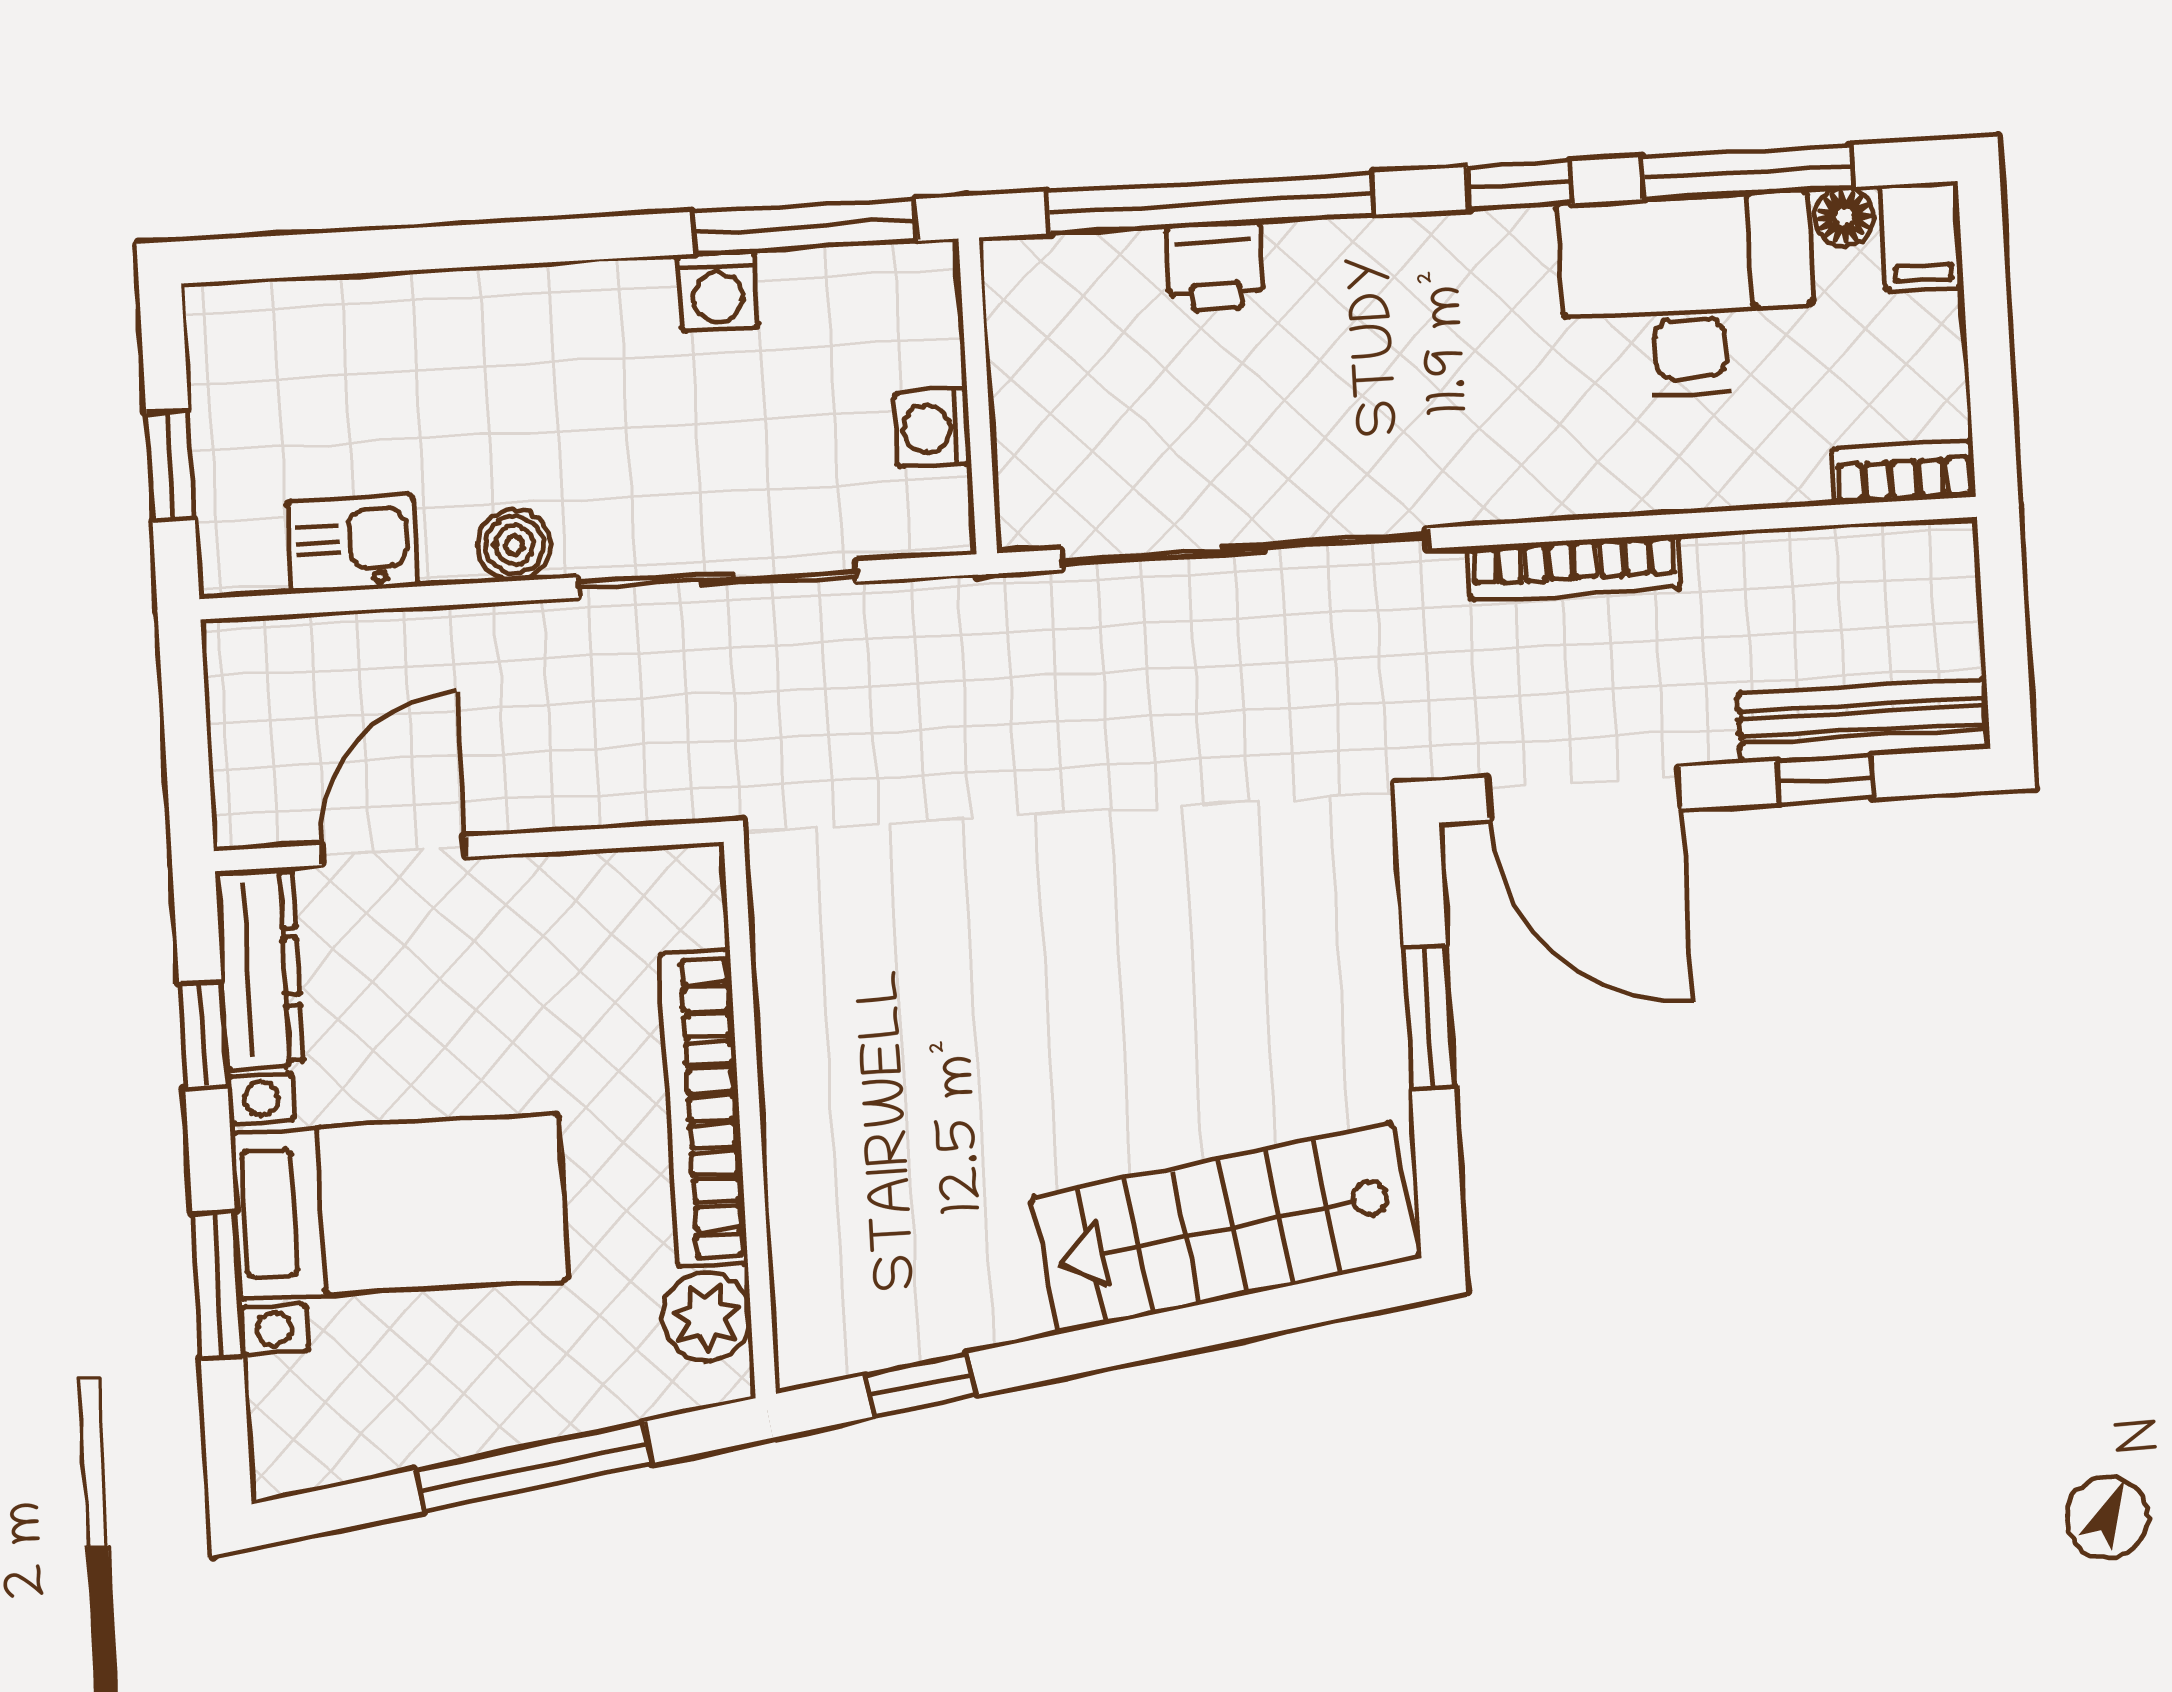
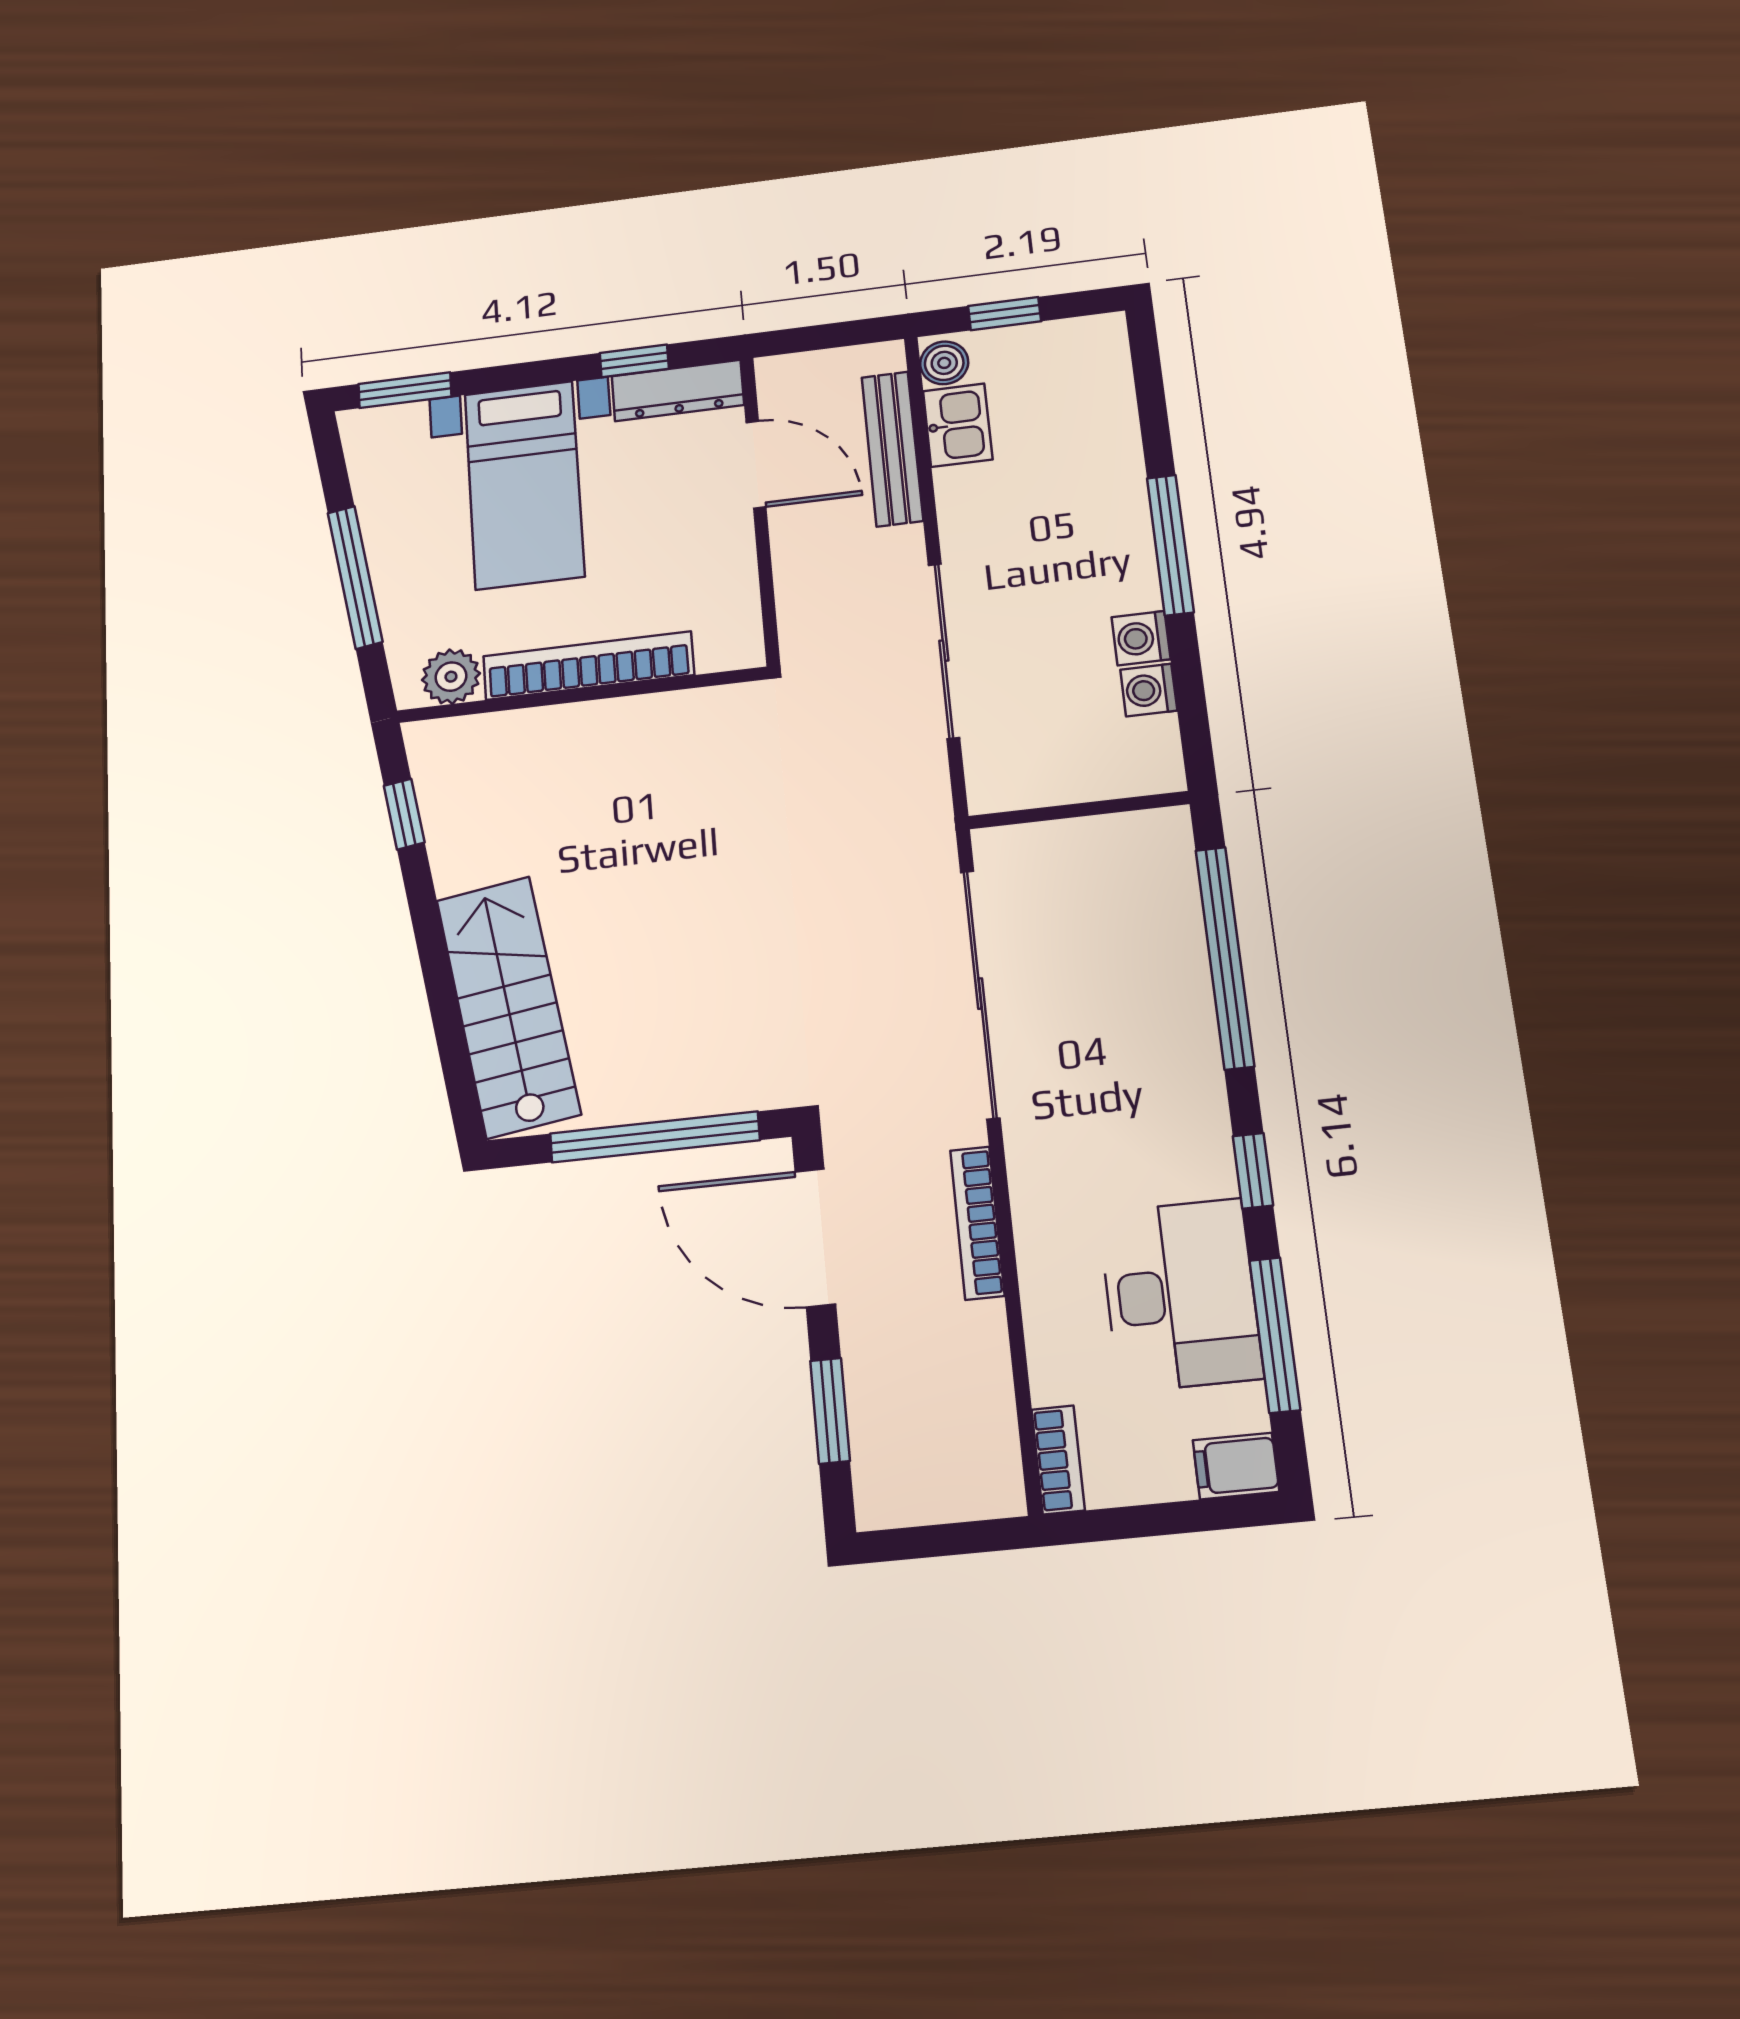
floor lamp: (1844, 217) -> (1246, 1408), removed
window: (805, 226) -> (1170, 545), moved
printer: (1215, 267) -> (1179, 963), removed
washing machine: (932, 428) -> (1149, 690), moved, turned -90
boiler: (514, 545) -> (944, 363), moved
bench: (1864, 721) -> (892, 449), moved
window: (1825, 779) -> (830, 1411), width x1.50
door: (1584, 793) -> (815, 1238), hinge flipped
window: (1429, 1017) -> (655, 1137), width x2.11
window: (218, 1285) -> (405, 390), moved

